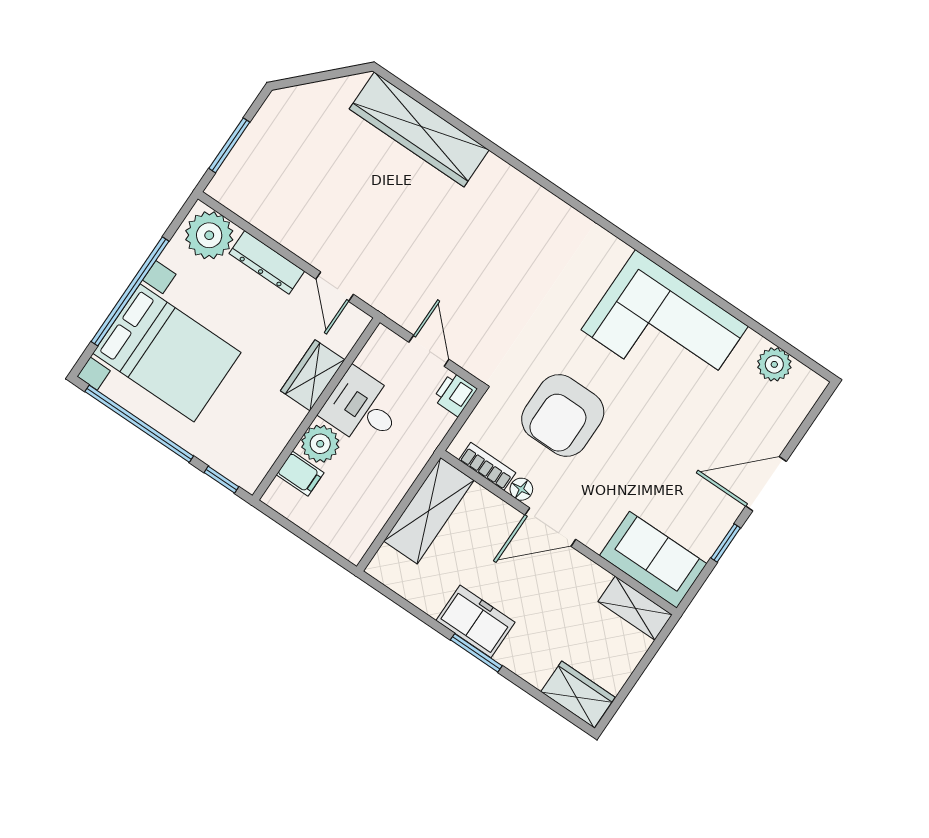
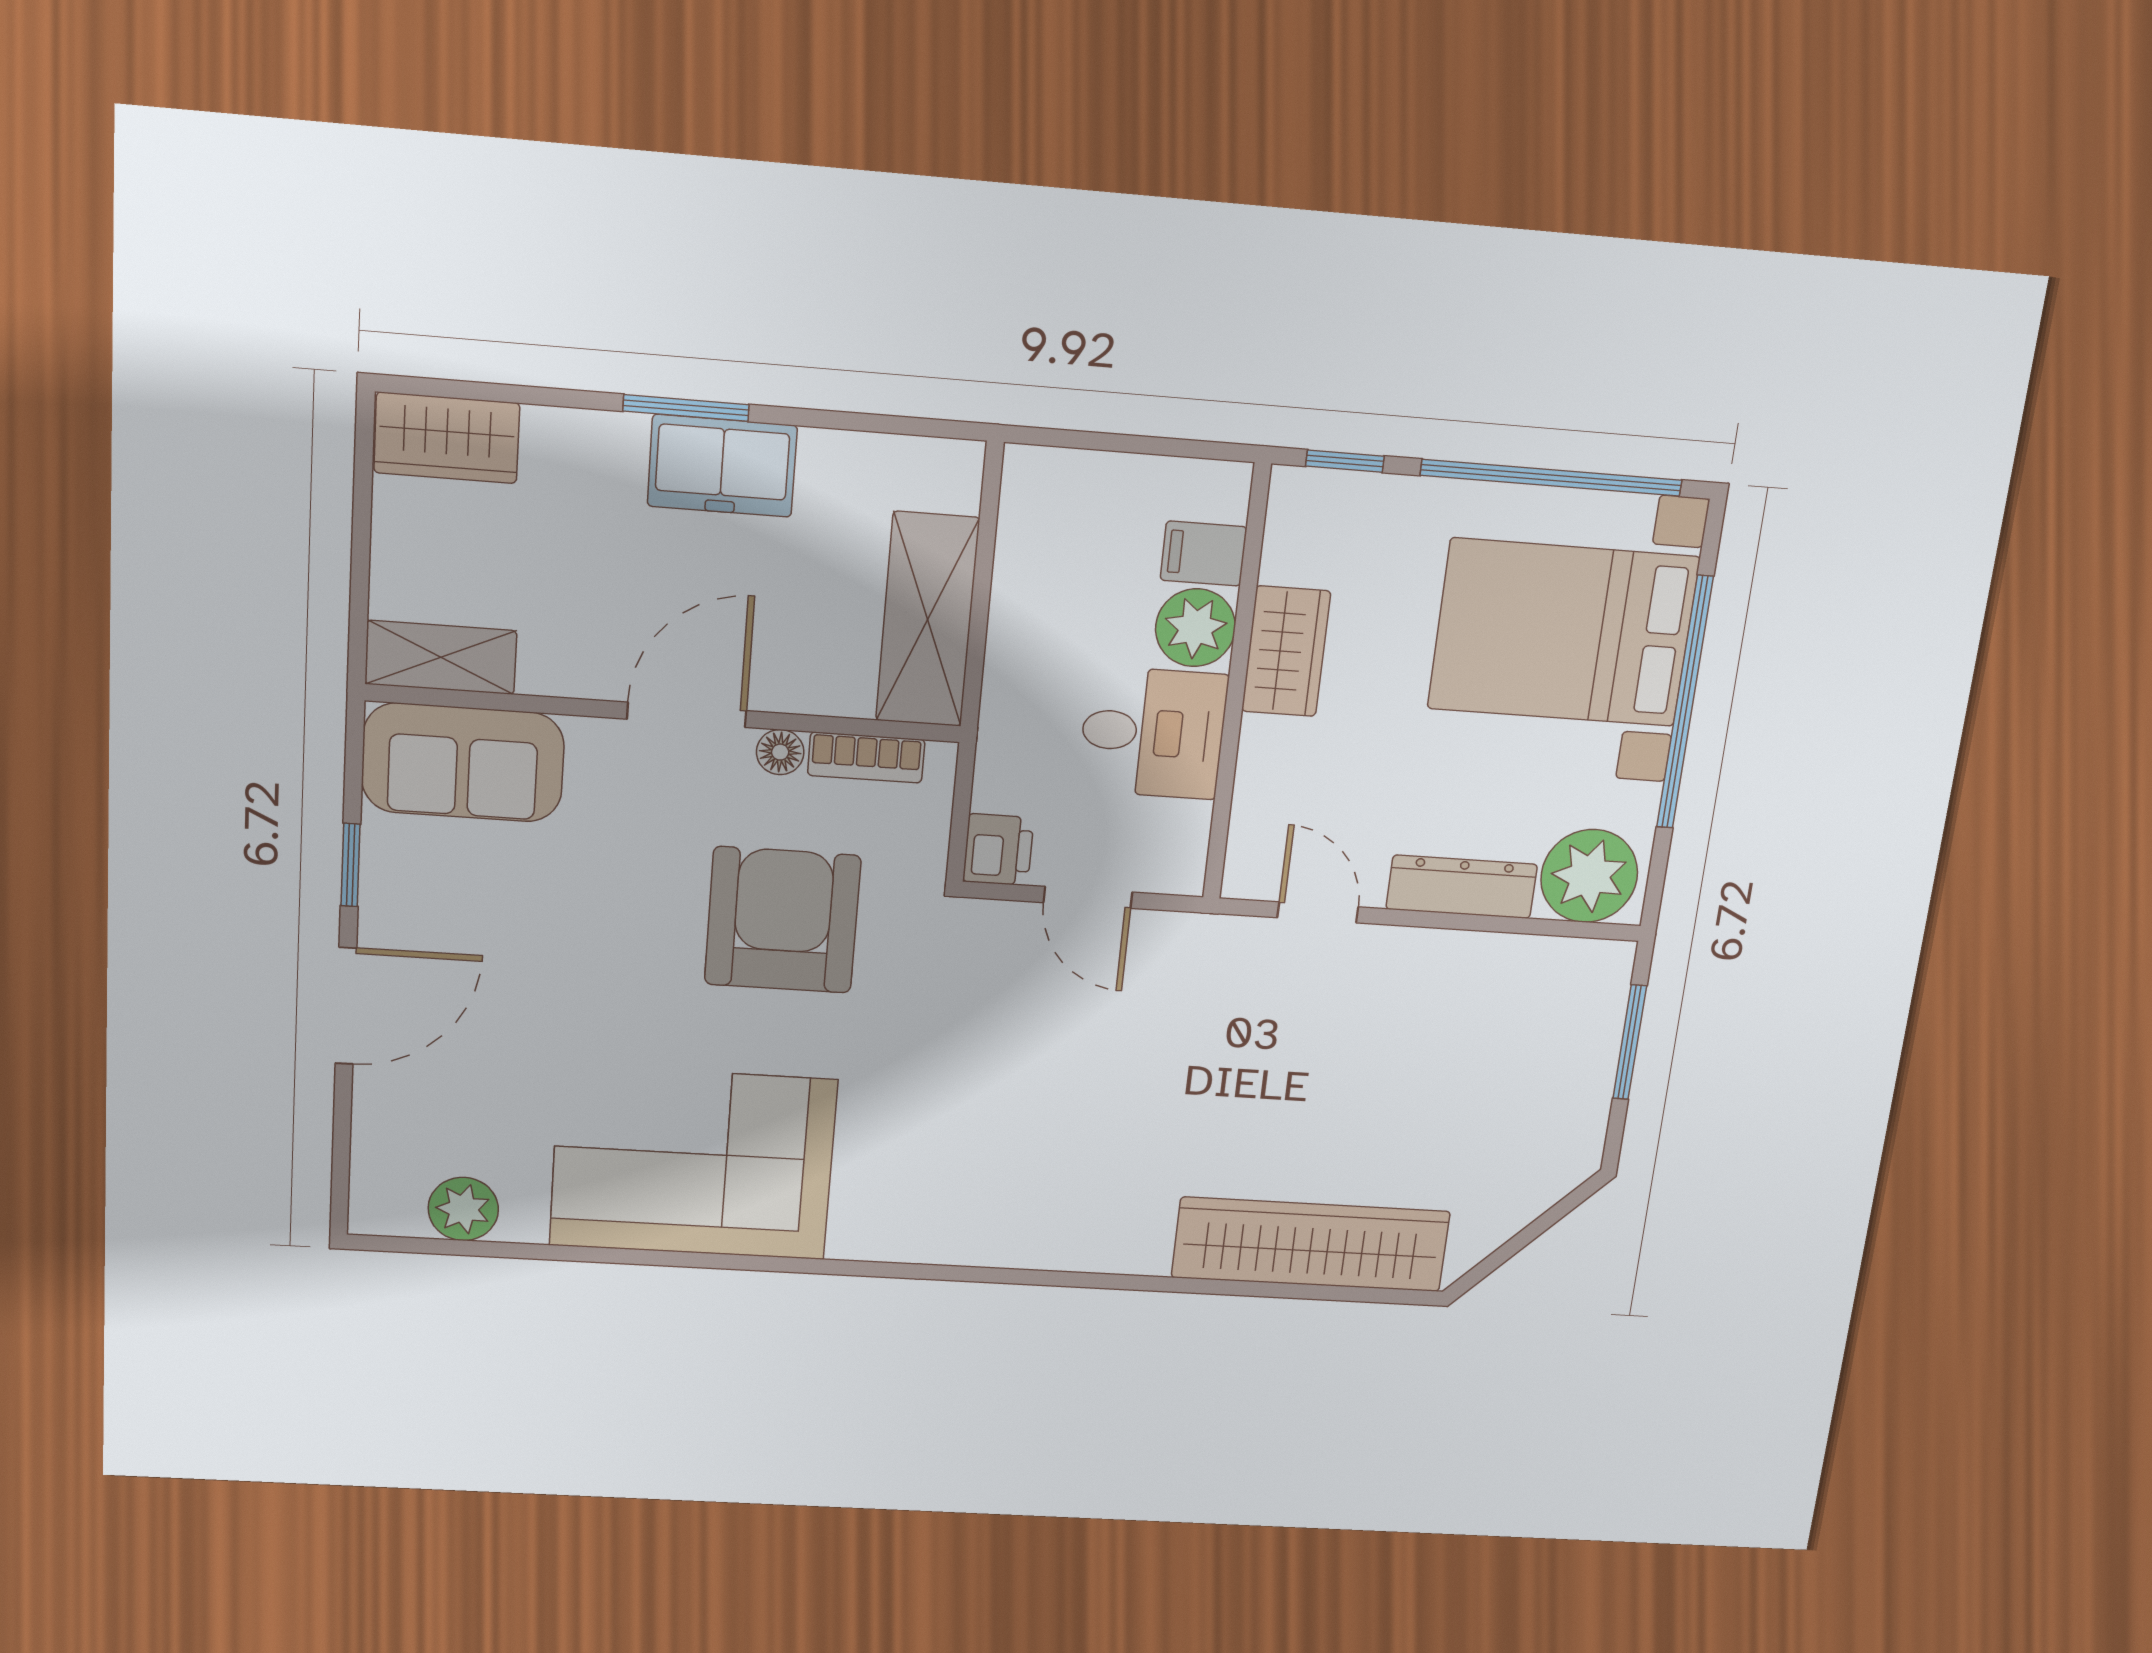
wardrobe: (313, 375) -> (1286, 651), moved

